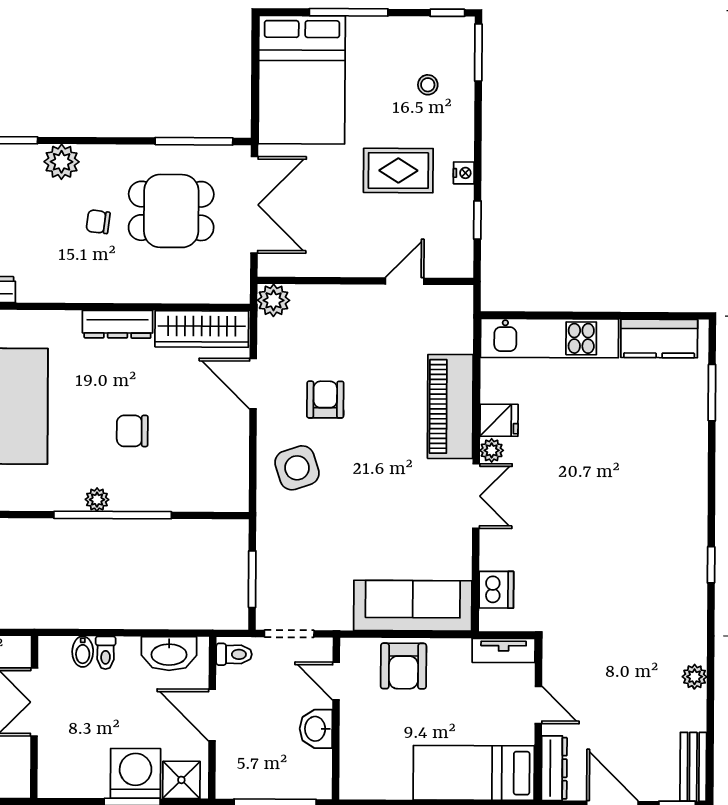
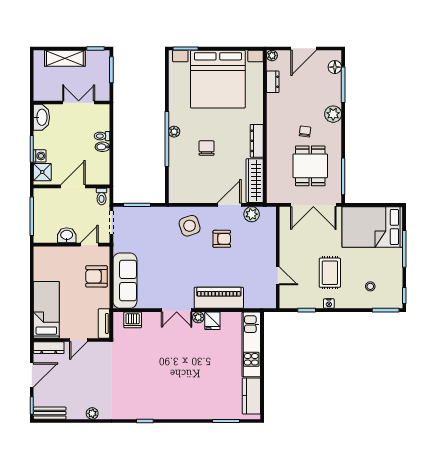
plant: (273, 300) -> (252, 214), moved
bidet: (83, 652) -> (102, 147), moved
washbasin: (169, 654) -> (41, 117), moved, turned 180
washing machine: (135, 773) -> (40, 156), width x0.53, depth x0.53

